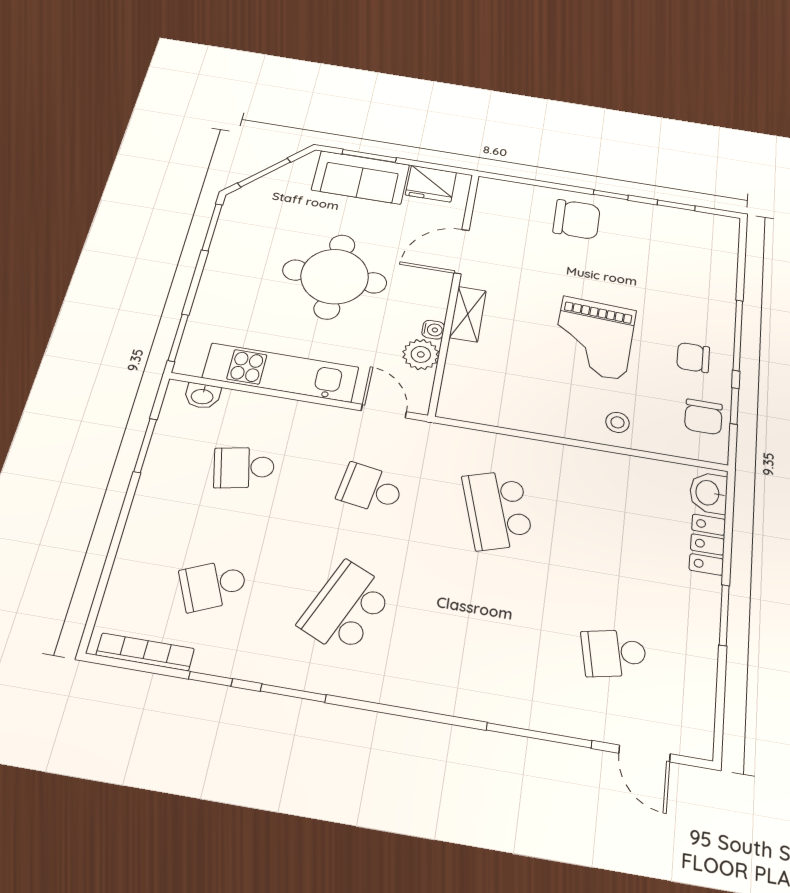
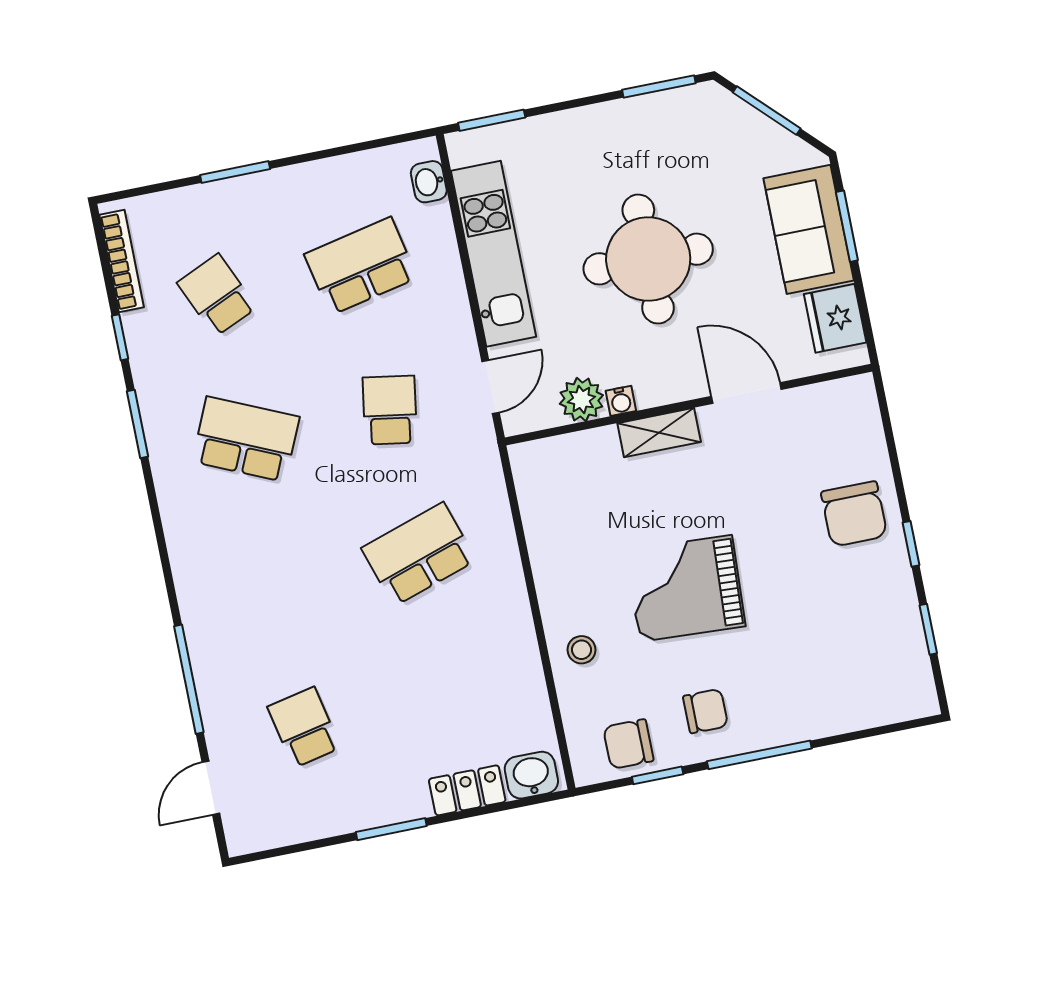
chair: (693, 357) -> (705, 711), turned 90
window: (145, 445) -> (235, 172), moved
school desk: (244, 467) -> (361, 266), width x1.85

